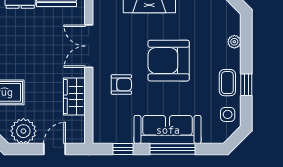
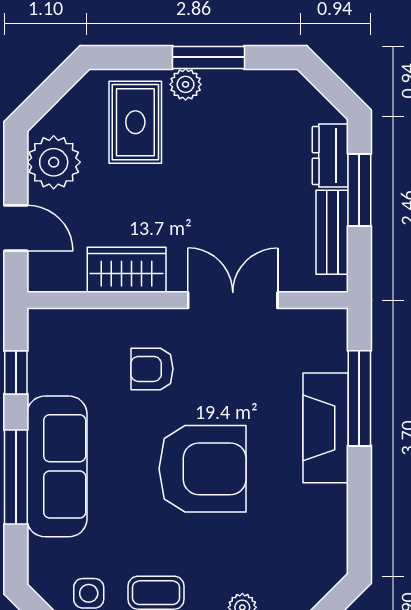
armchair: (169, 61) -> (203, 469), turned 90
armchair: (121, 85) -> (152, 369), turned 90

